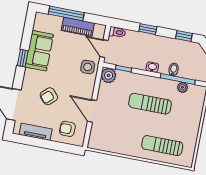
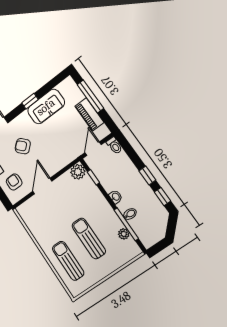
window: (148, 29) -> (147, 176), moved
side table: (88, 67) -> (69, 151), removed
sun lounger: (150, 104) -> (89, 238), moved

